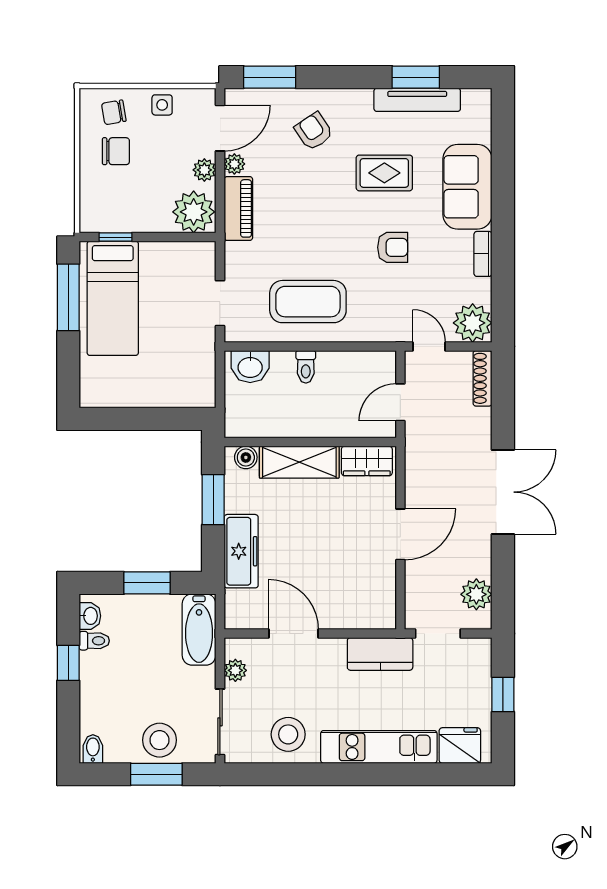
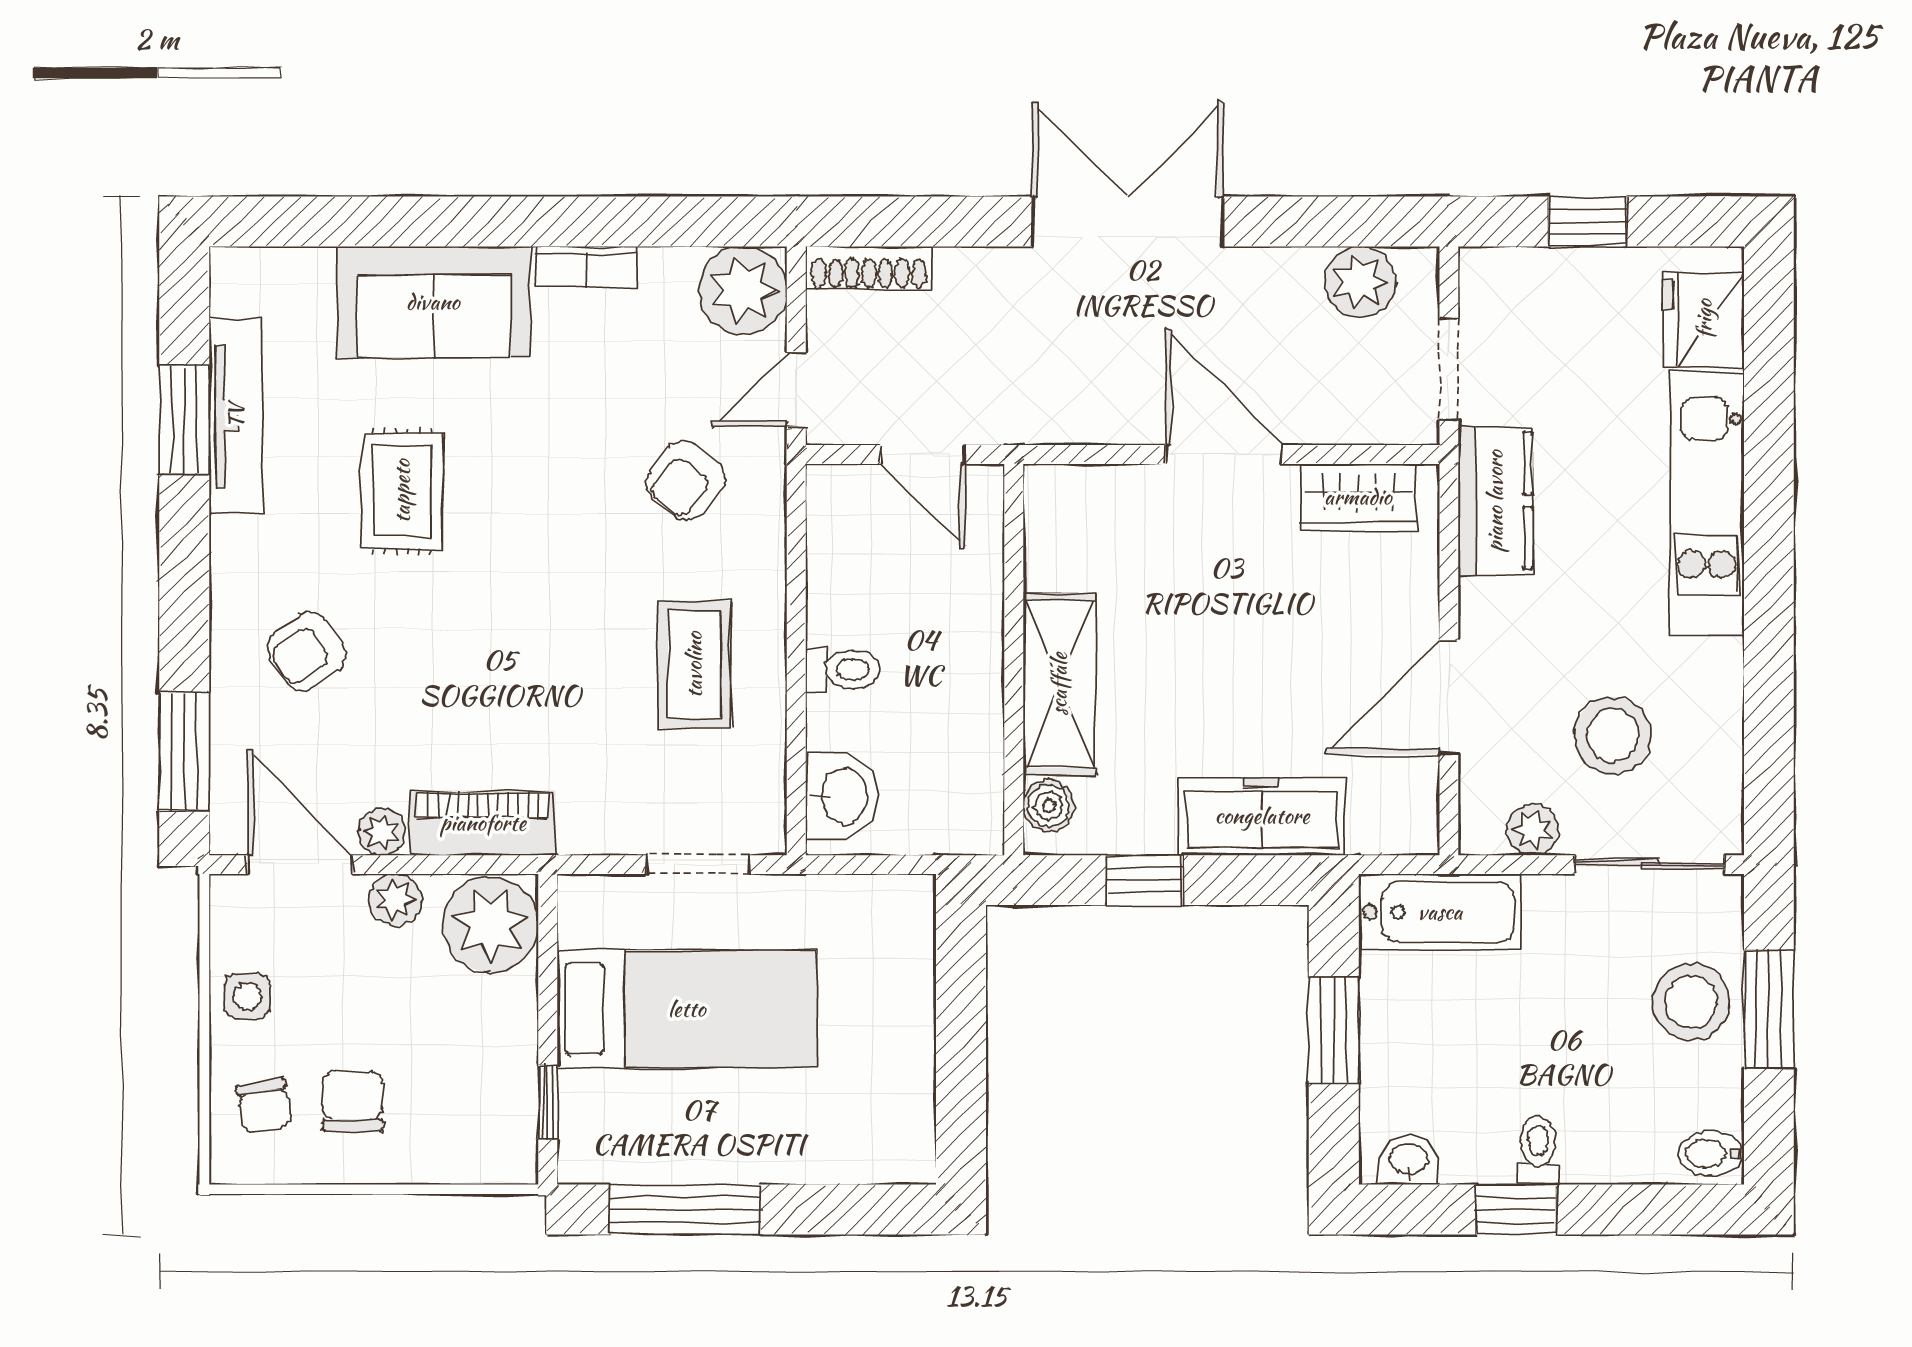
armchair: (393, 247) -> (685, 480), moved, turned -141
bed: (113, 298) -> (687, 1009), moved
coffee table: (308, 302) -> (694, 665), width x0.73, depth x0.76
wardrobe: (367, 461) -> (1358, 497), moved, turned 90
window: (213, 500) -> (1145, 880), width x0.67
toilet: (94, 641) -> (1538, 1150), moved
stool: (288, 734) -> (1613, 735), moved

